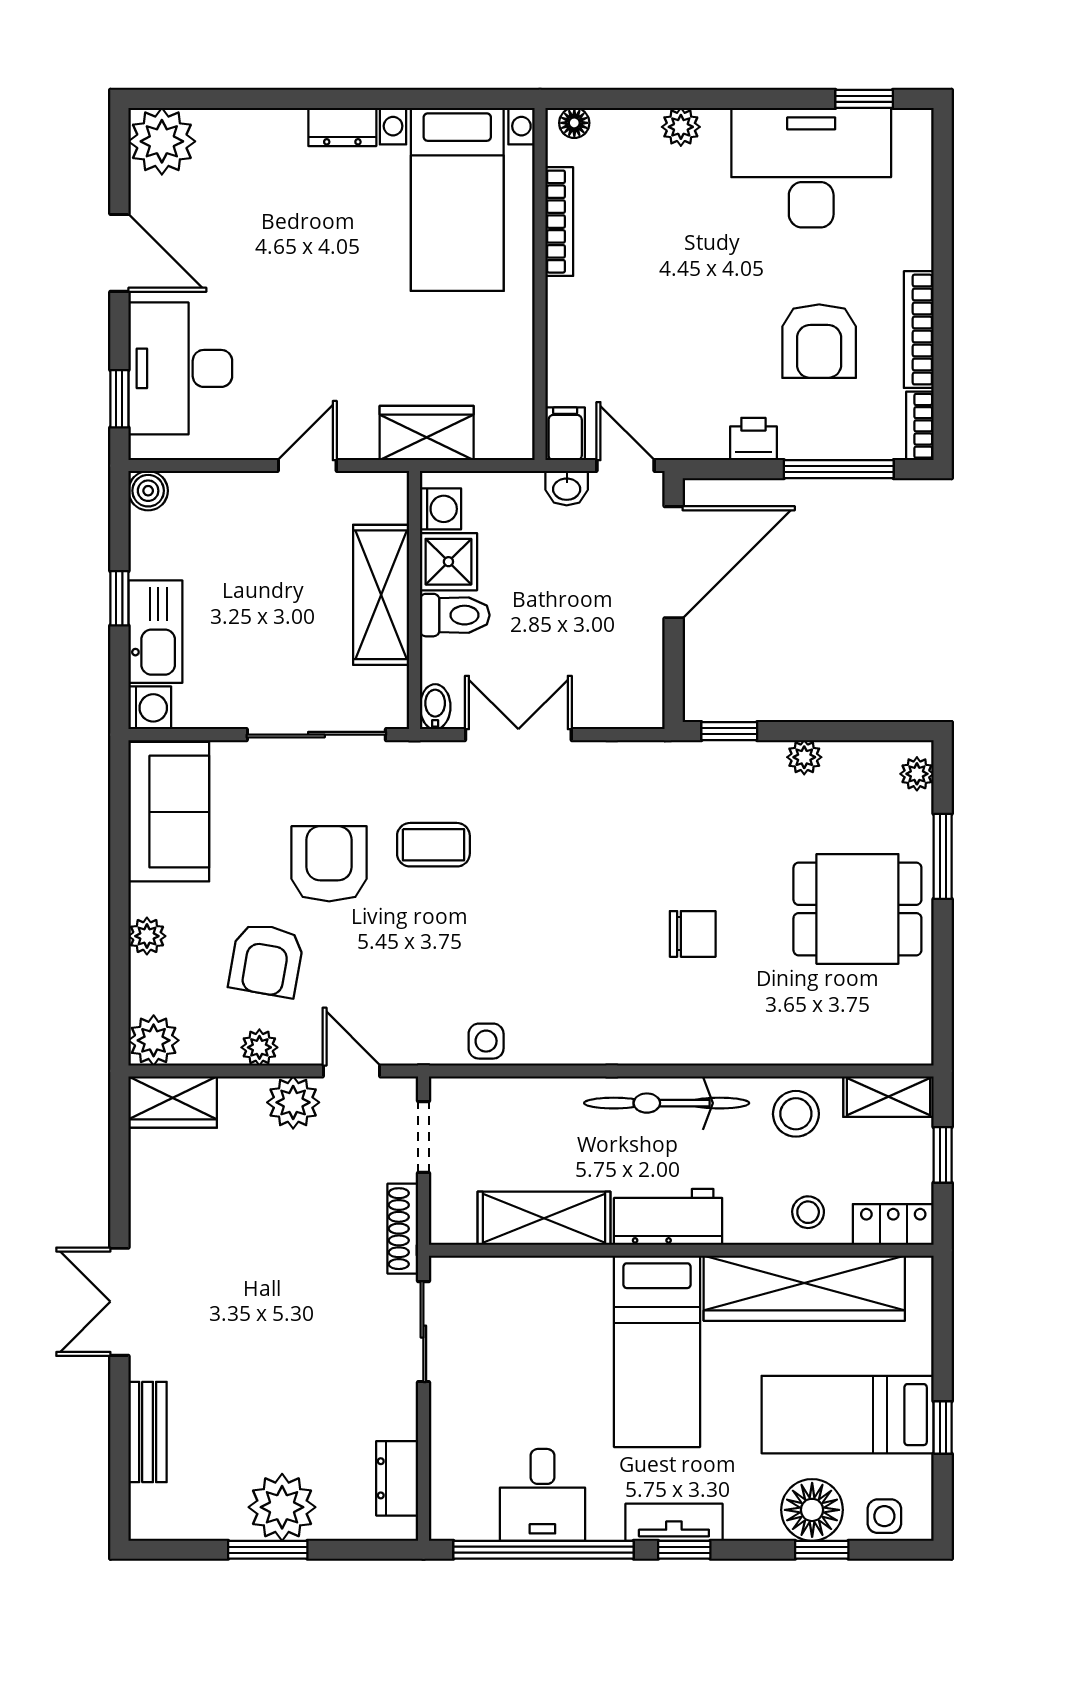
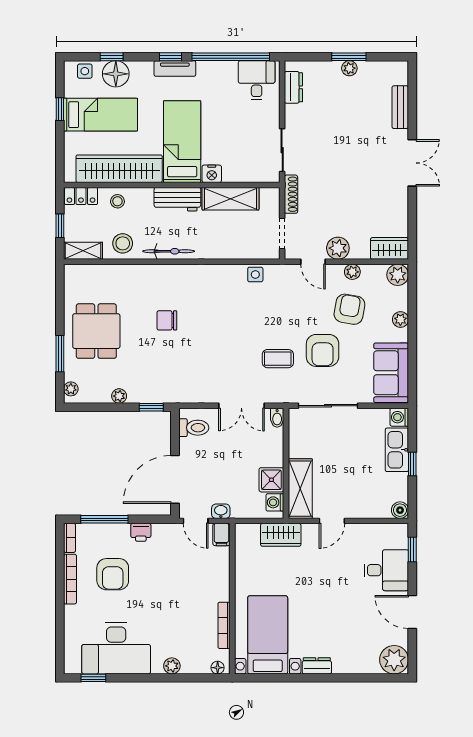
armchair: (819, 341) -> (113, 574), turned 180
desk: (180, 368) -> (386, 570), width x0.73
shelving: (381, 595) -> (300, 489), moved
toilet: (455, 615) -> (194, 428), moved, turned 180
dining table: (857, 909) -> (96, 331), turned 90
bicycle: (667, 1103) -> (169, 251), width x0.73, depth x0.71
nightstand: (588, 1276) -> (212, 174), added
desk: (542, 1495) -> (257, 80), moved
plant: (282, 1507) -> (349, 68), width x0.53, depth x0.53

